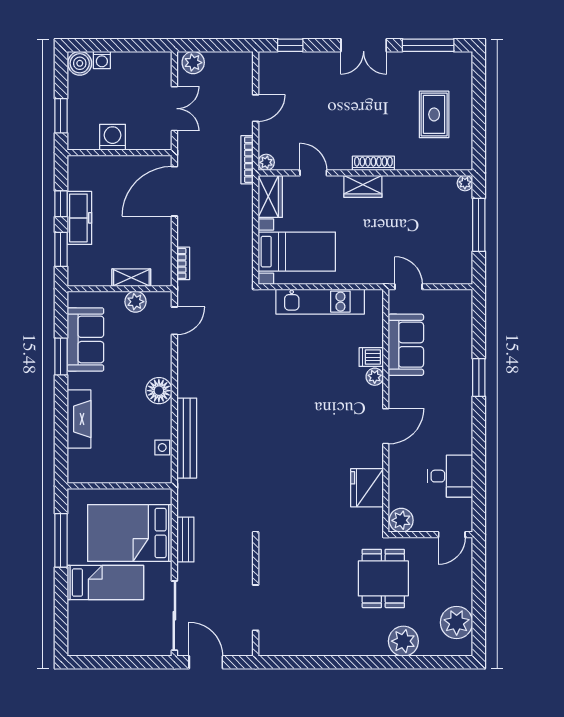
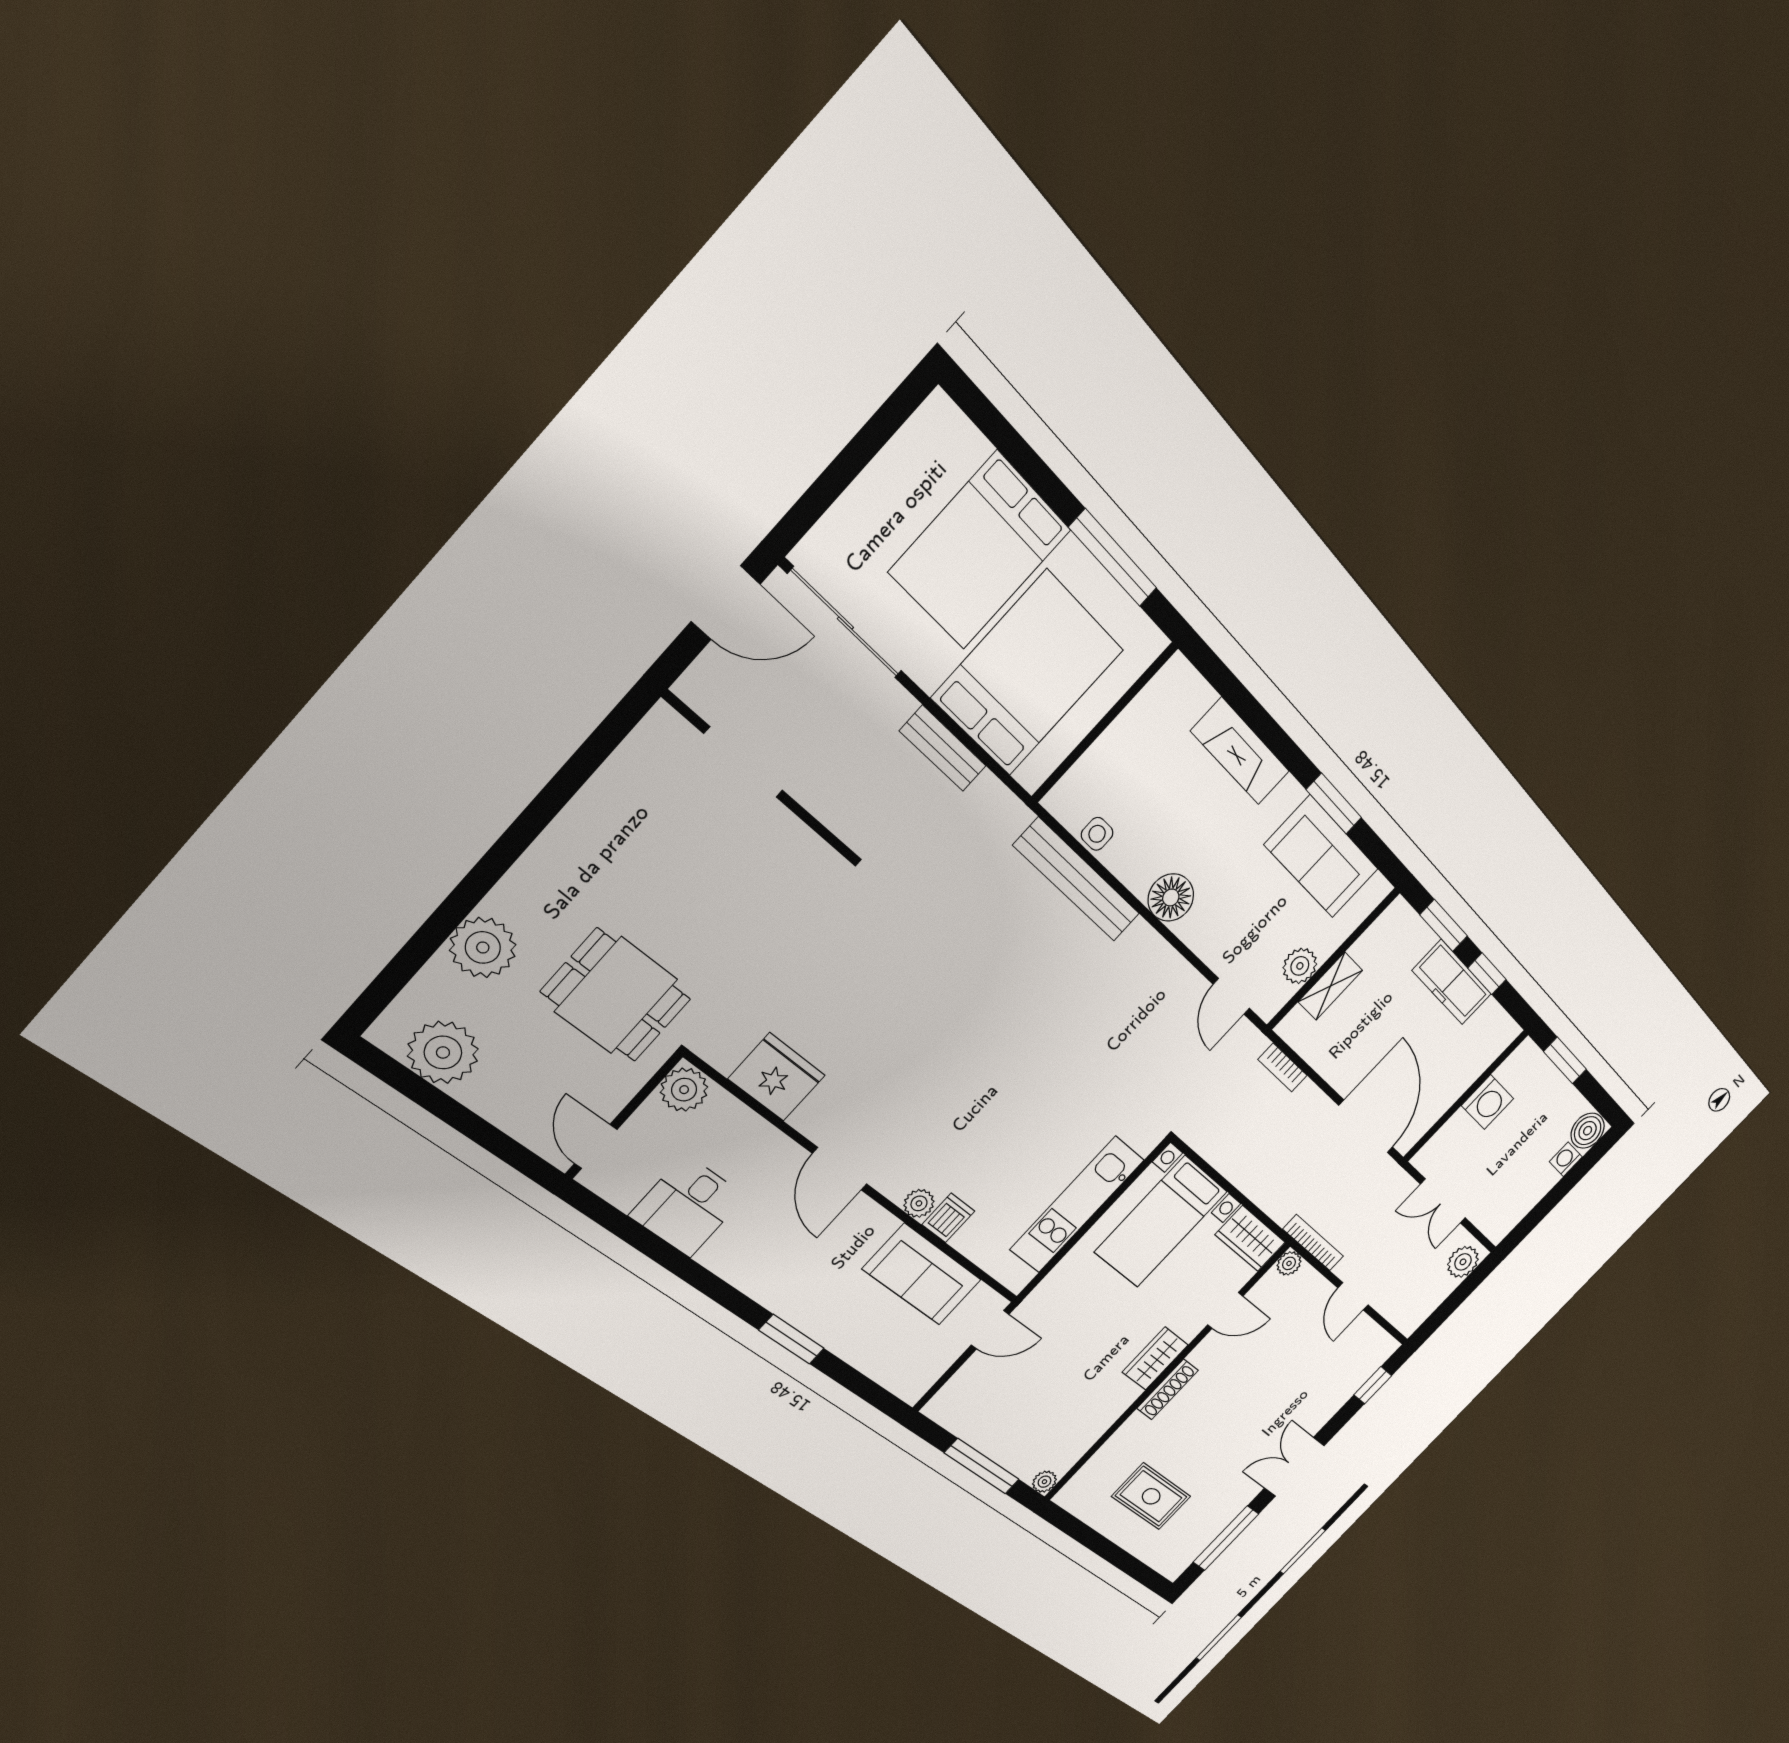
bed: (105, 582) -> (980, 551), width x1.50

